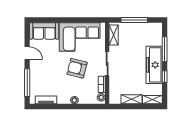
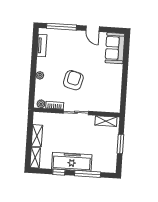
window: (134, 20) -> (120, 144), width x0.69
corner sofa: (80, 37) -> (106, 85), removed
door: (27, 53) -> (93, 29), hinge flipped

